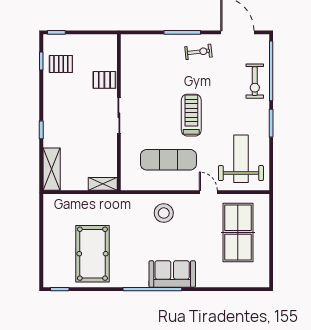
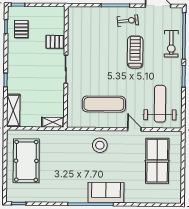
pallet: (61, 64) -> (21, 29), turned 90
treadmill: (191, 115) -> (135, 52), moved
pool table: (92, 254) -> (26, 161), moved

